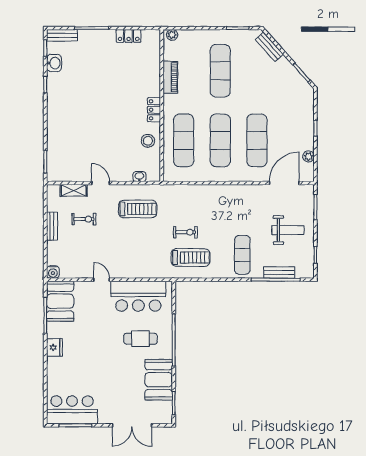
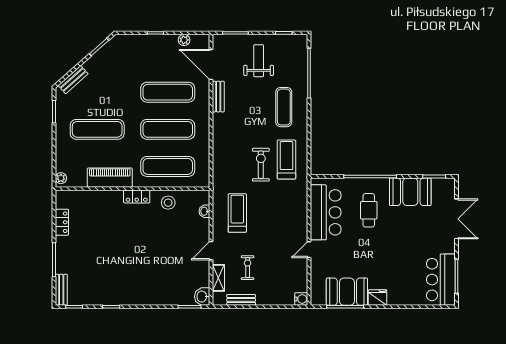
washbasin: (54, 63) -> (202, 297), moved, turned -90
piano: (170, 77) -> (110, 178), width x1.37, depth x1.33
bench: (52, 226) -> (241, 300), moved
exercise bike: (185, 232) -> (261, 165), width x1.38, depth x1.39
exercise mat: (242, 255) -> (284, 107), turned 90
bench: (279, 273) -> (218, 97), moved
booth: (60, 301) -> (347, 292), moved

